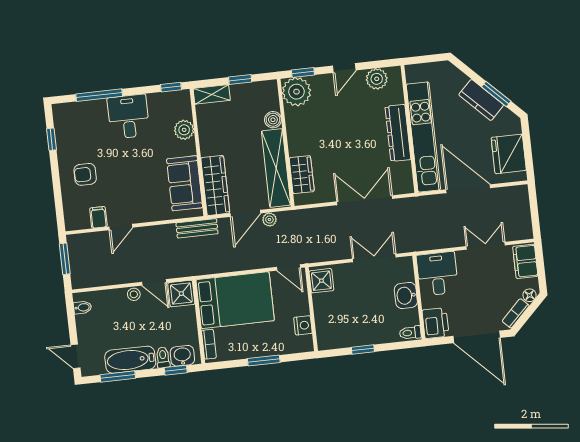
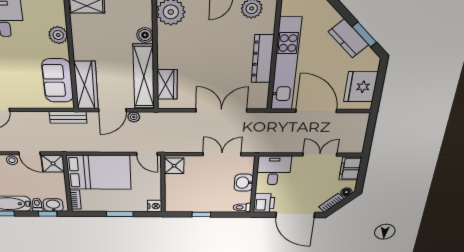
nightstand: (303, 325) -> (155, 206), moved

